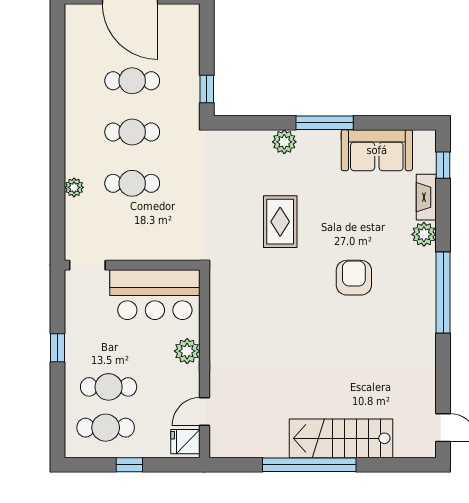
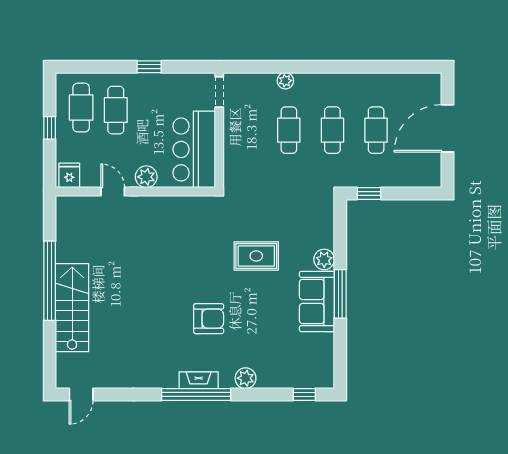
sofa: (377, 150) -> (317, 301), moved
fireplace: (426, 197) -> (199, 380), moved
door: (204, 412) -> (113, 192), moved

